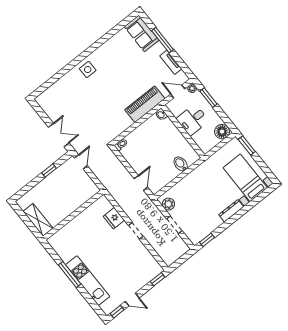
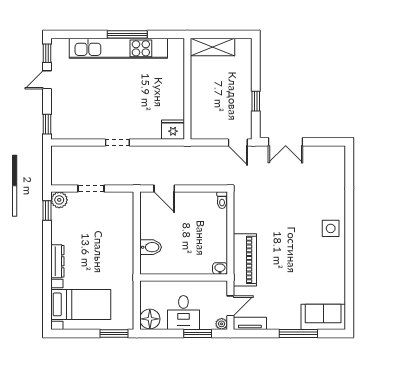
tv unit: (171, 62) -> (250, 323), moved
desk: (193, 120) -> (183, 313), moved, turned 180
plant: (168, 204) -> (59, 200), moved
fridge: (114, 218) -> (173, 130), moved
kitchen unit: (88, 281) -> (118, 48), width x1.36

